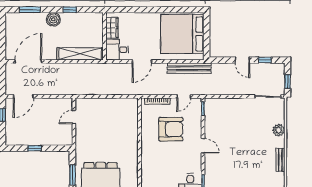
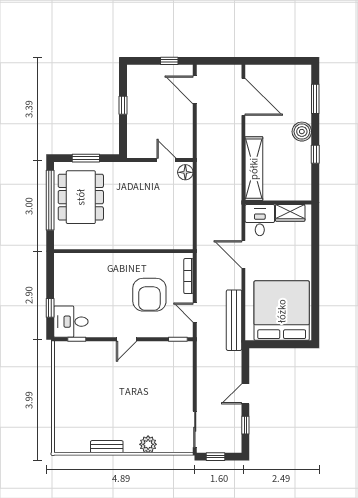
floor lamp: (83, 103) -> (185, 172), added

